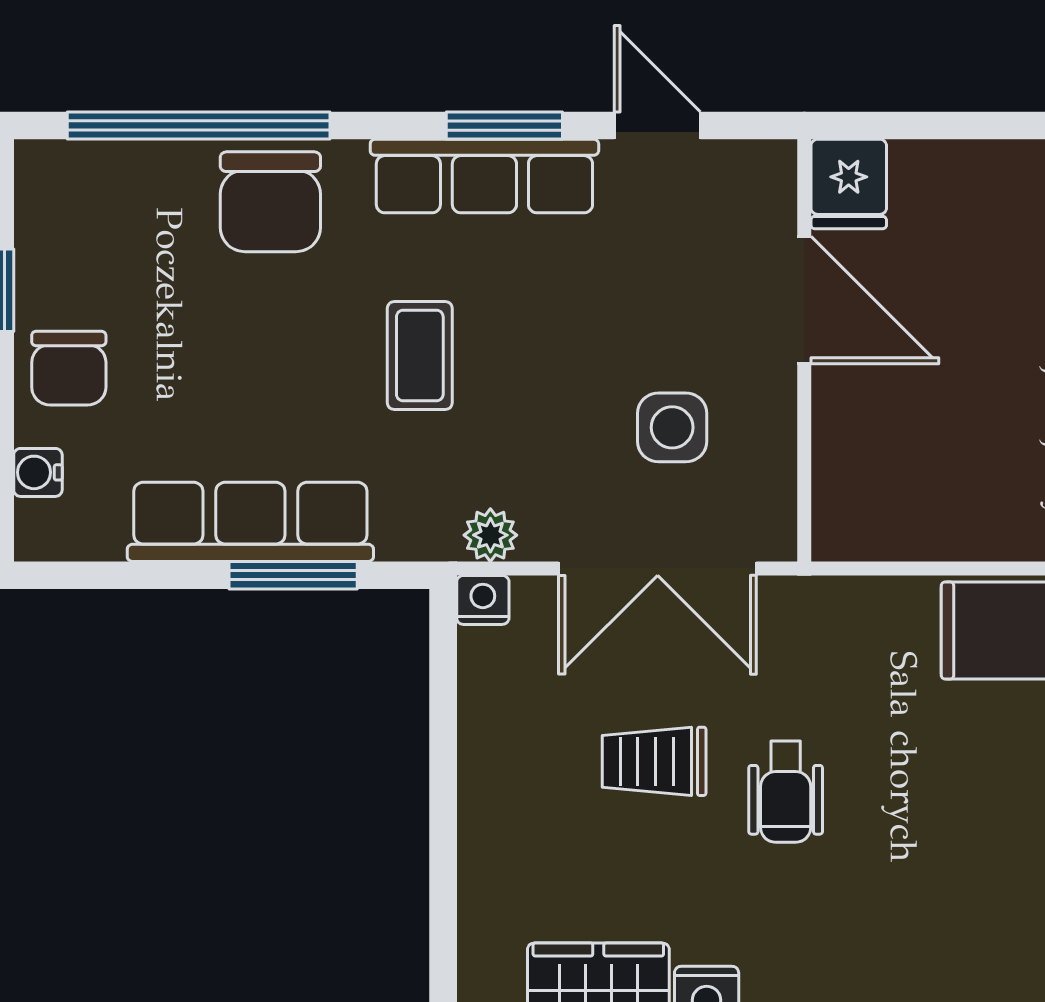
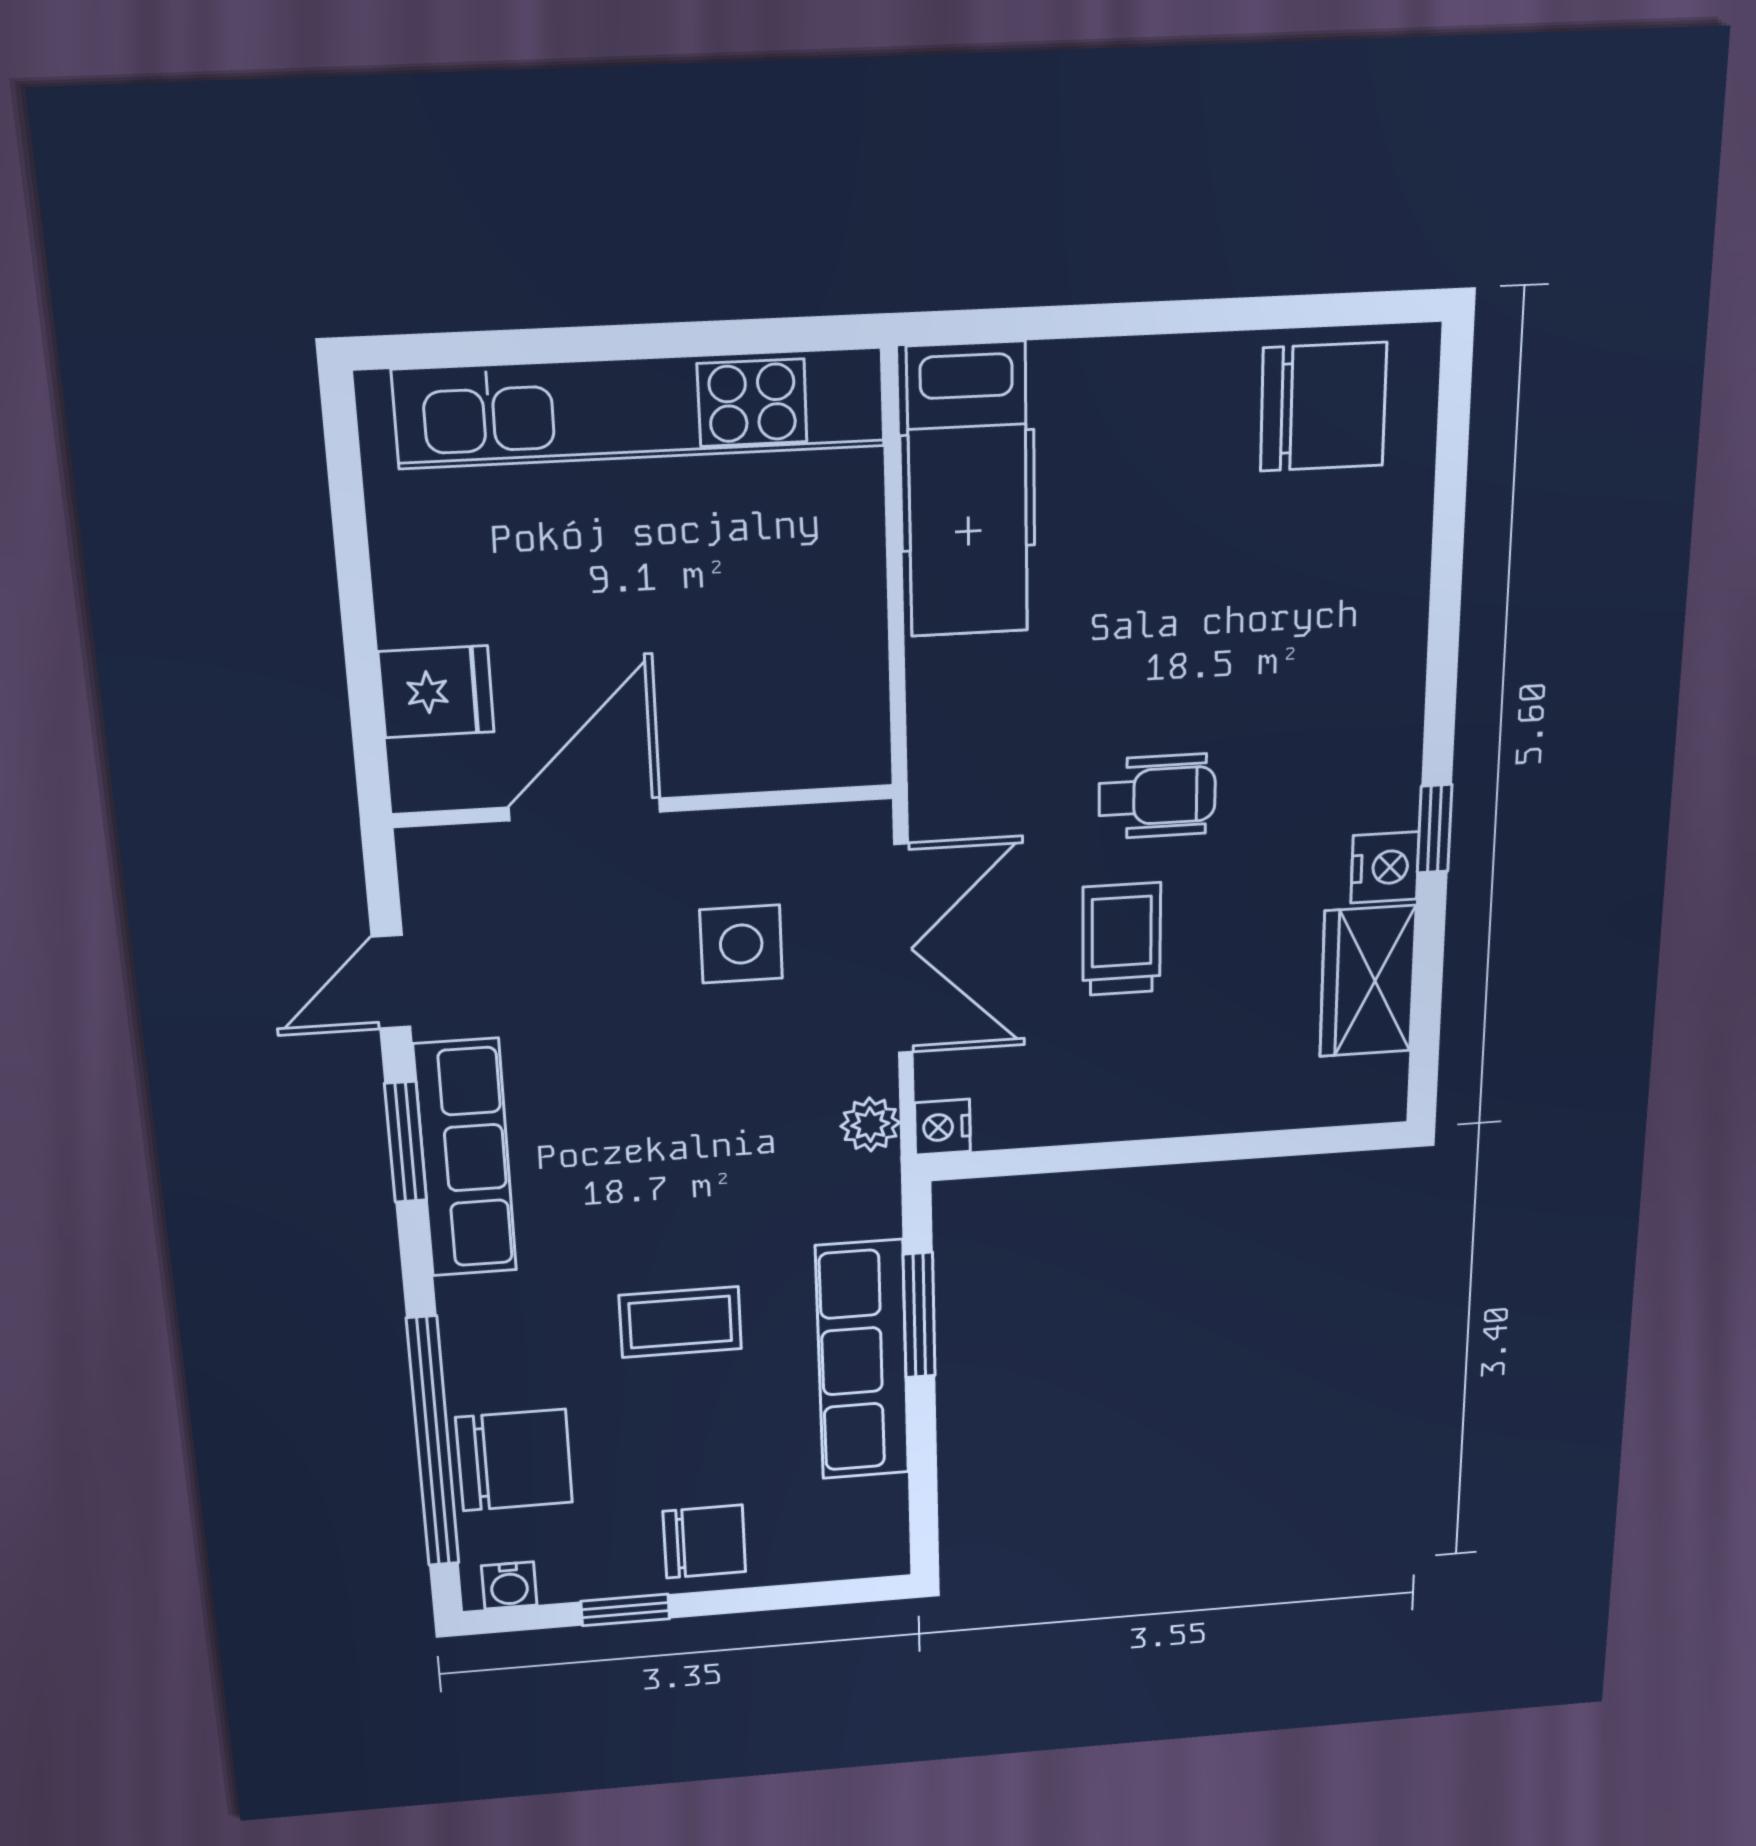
fridge: (849, 184) -> (436, 692), moved
chair: (270, 202) -> (514, 1460), moved
coffee table: (420, 356) -> (680, 1322), moved
water cooler: (38, 472) -> (509, 1585), moved
trolley: (654, 761) -> (1122, 939), turned 180

